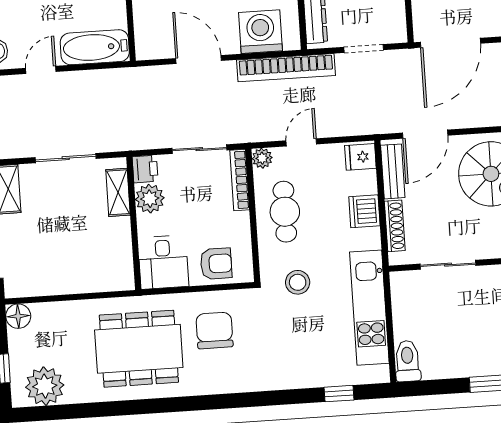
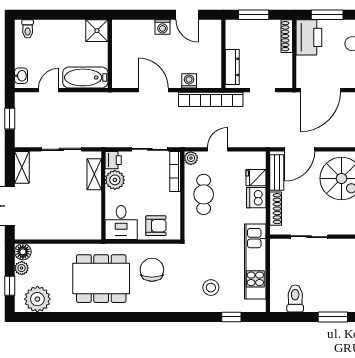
washing machine: (261, 32) -> (189, 81), width x0.53, depth x0.53
fridge: (360, 157) -> (256, 178), moved
stool: (298, 282) -> (211, 288), moved
plant: (18, 341) -> (22, 268), added
toilet: (408, 361) -> (295, 298), moved

